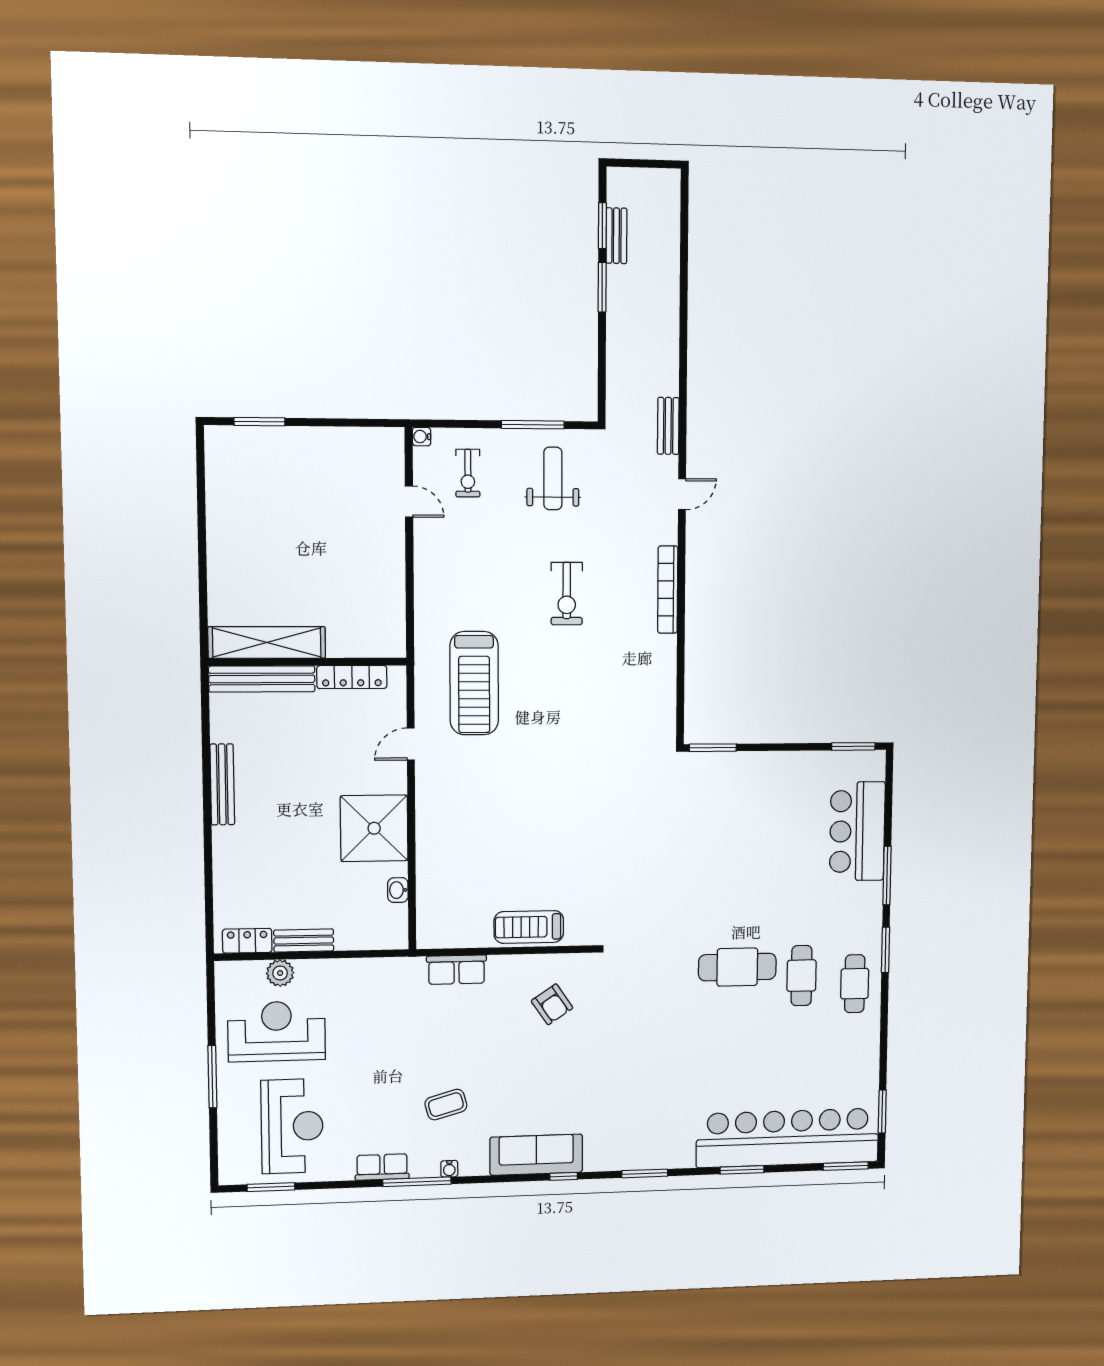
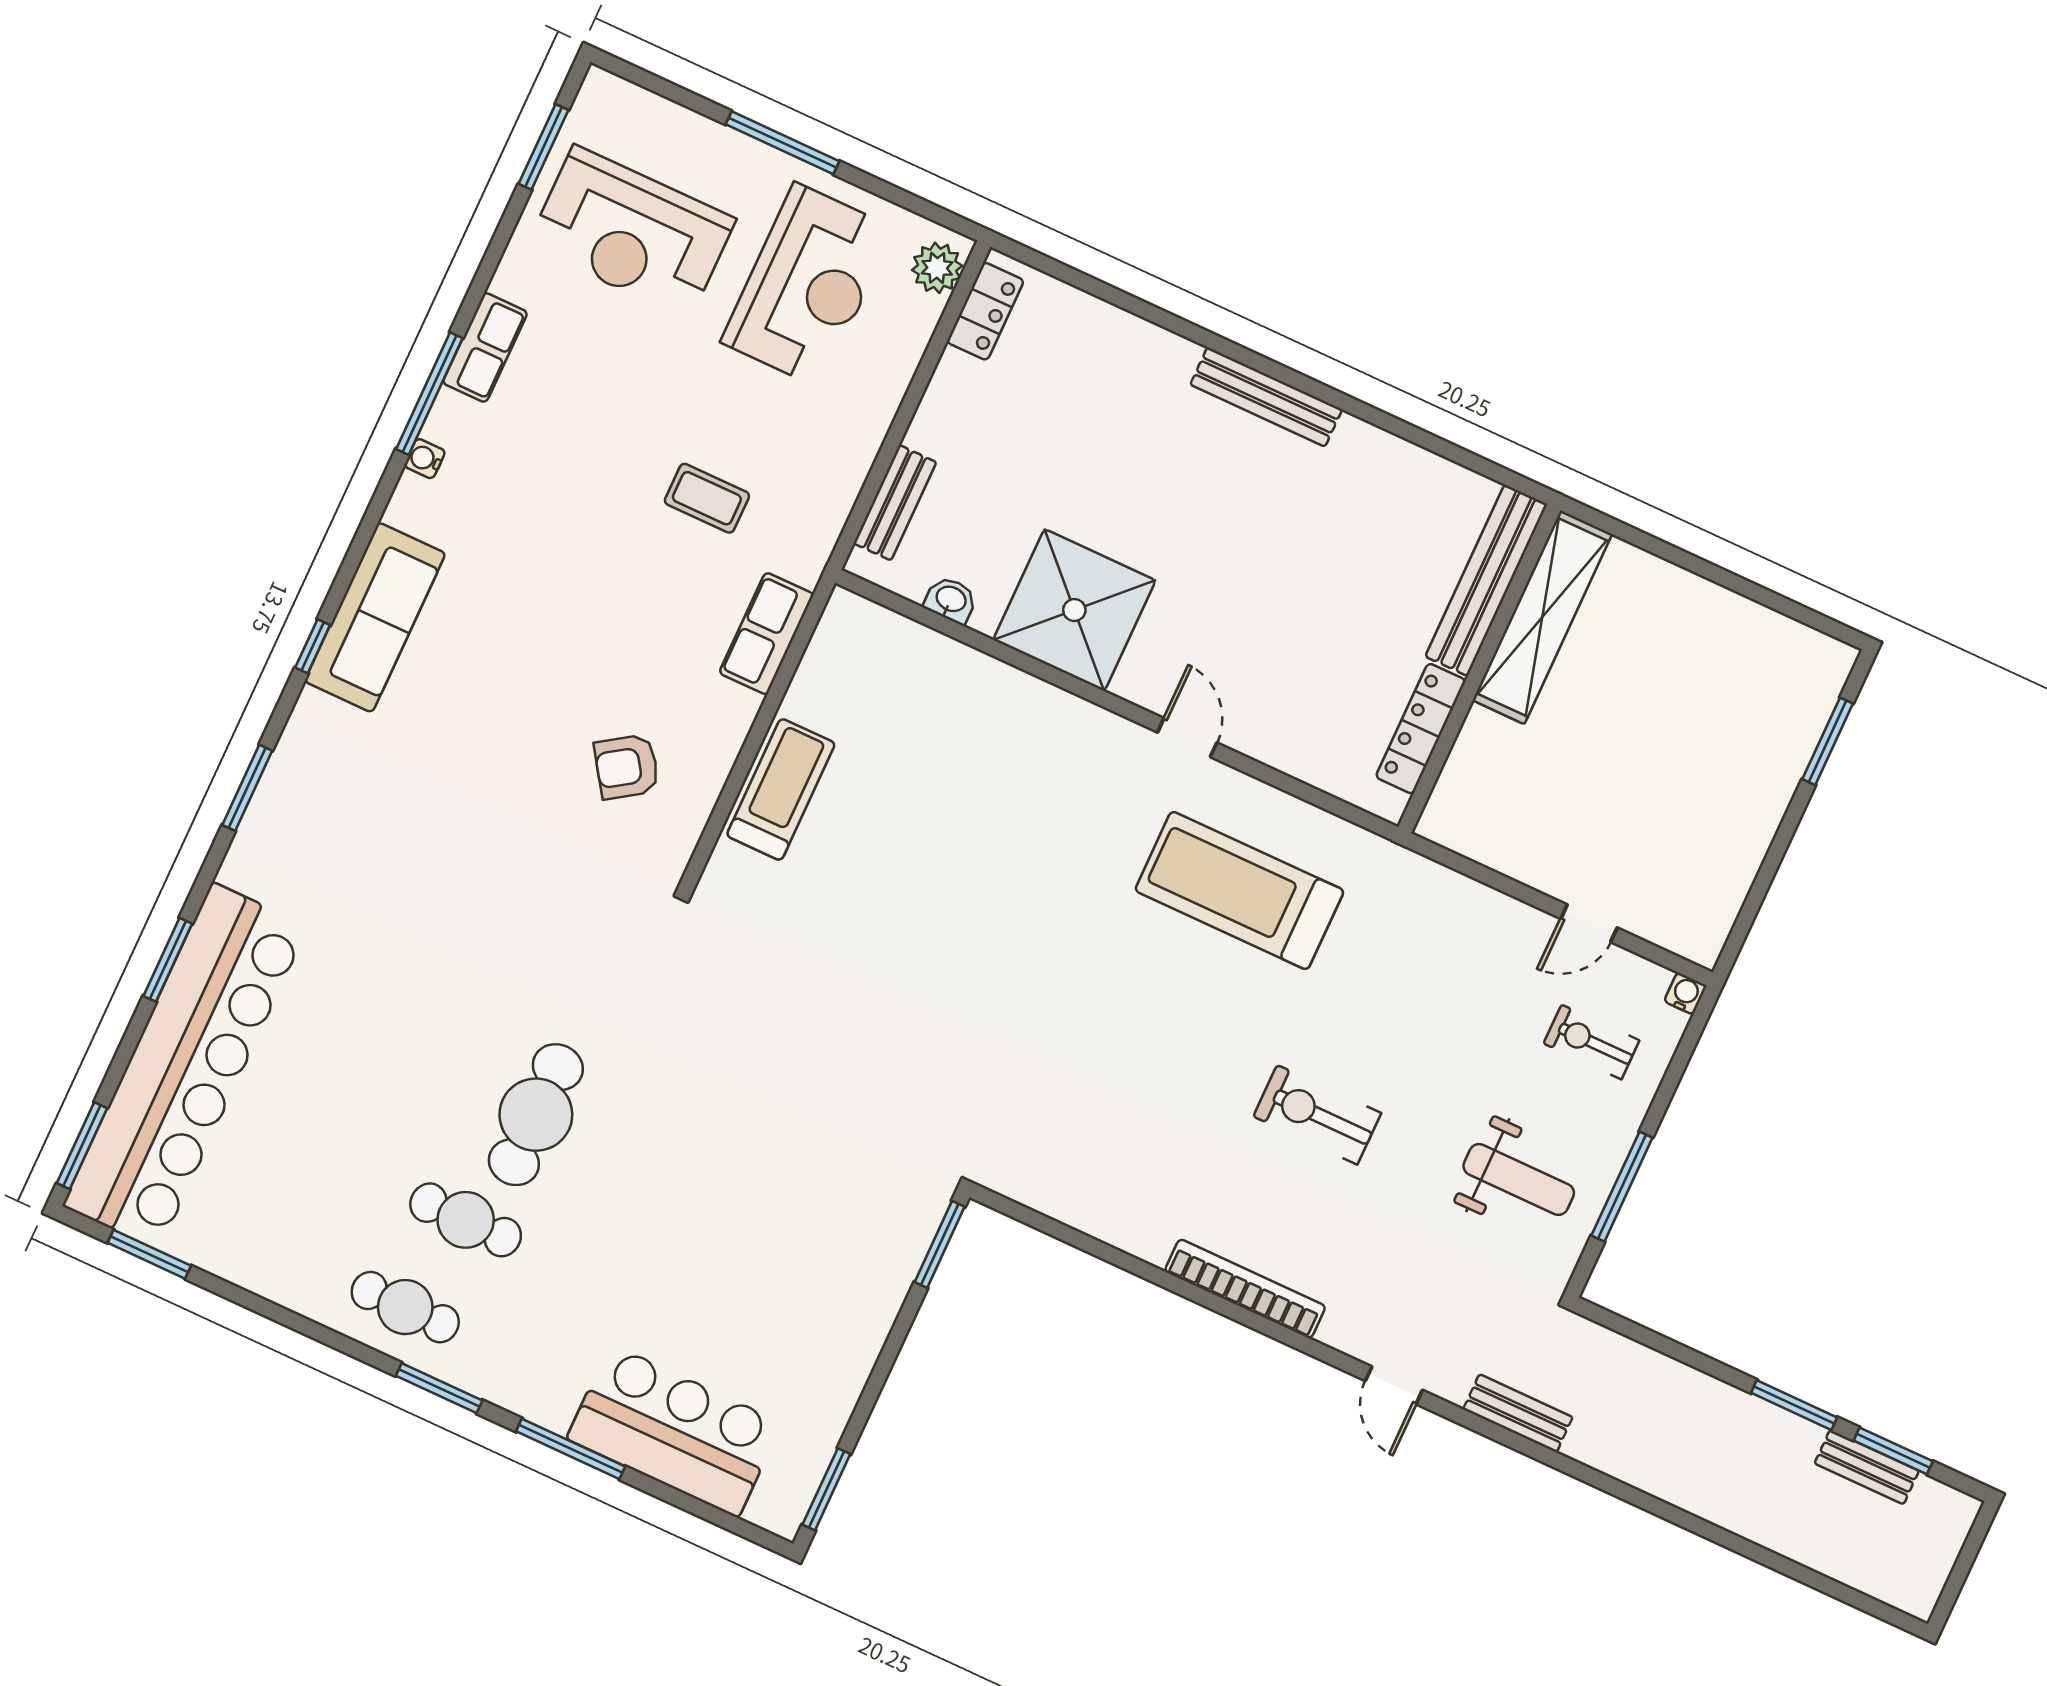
shelving: (267, 642) -> (1542, 617), moved
wall: (308, 662) -> (1479, 669), moved
locker: (352, 677) -> (1421, 729), moved
bench: (262, 679) -> (1486, 580), moved
bench: (304, 940) -> (895, 503), moved
plant: (280, 973) -> (937, 268), moved
coffee table: (446, 1105) -> (707, 498), moved, turned -74

